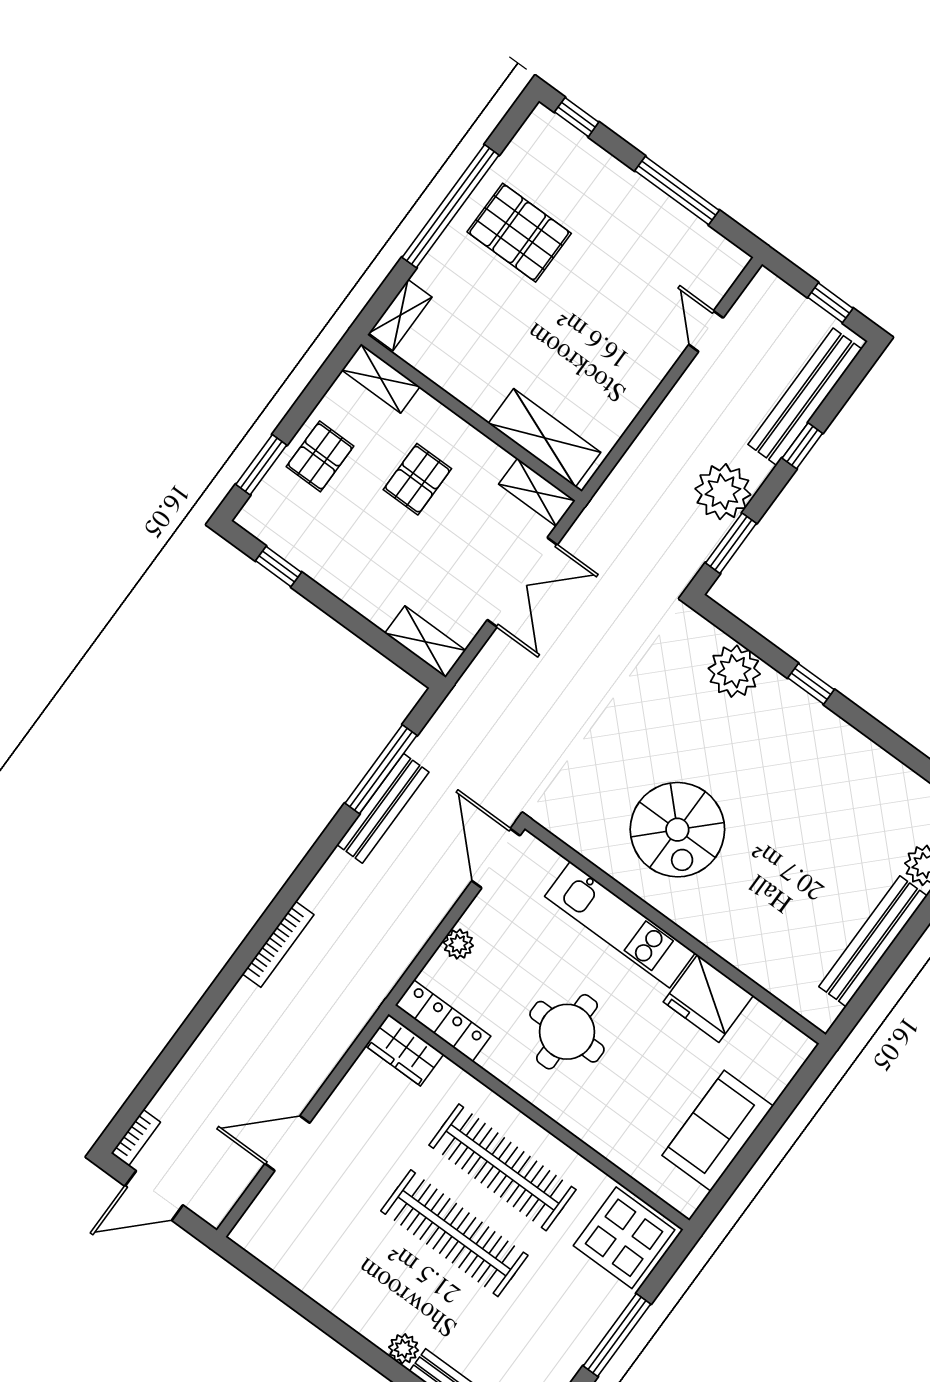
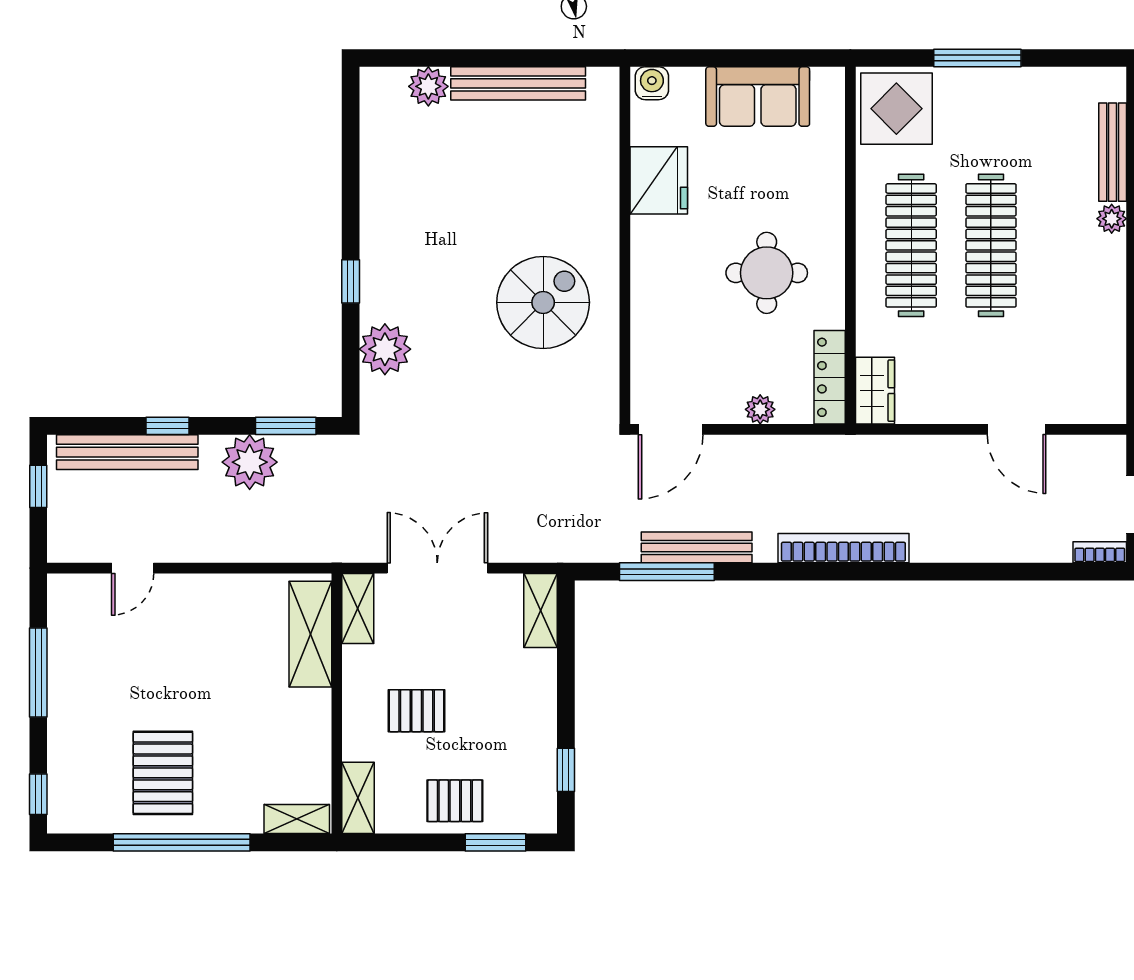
kitchen unit: (620, 925) -> (651, 293), removed
bookcase: (278, 944) -> (843, 548), width x1.48, depth x1.31
water cooler: (792, 1052) -> (652, 83), added

